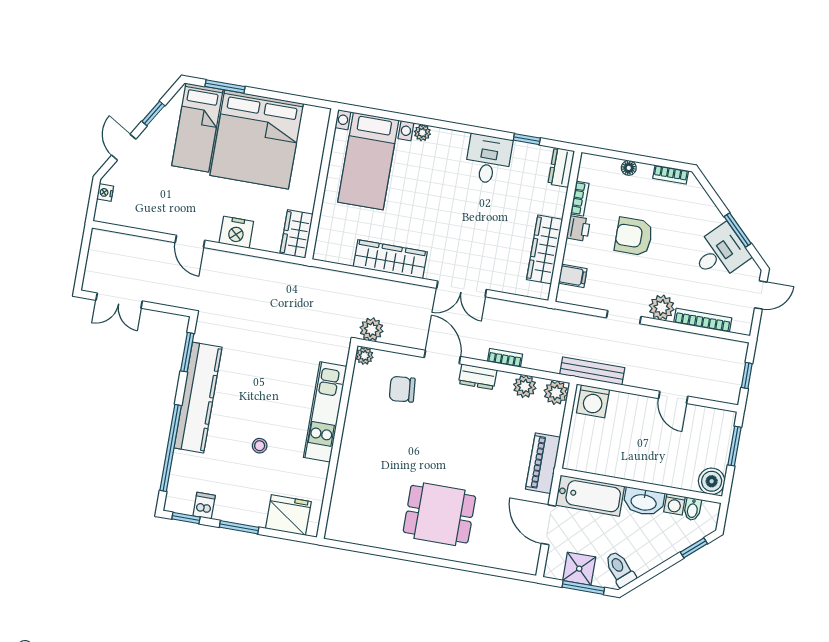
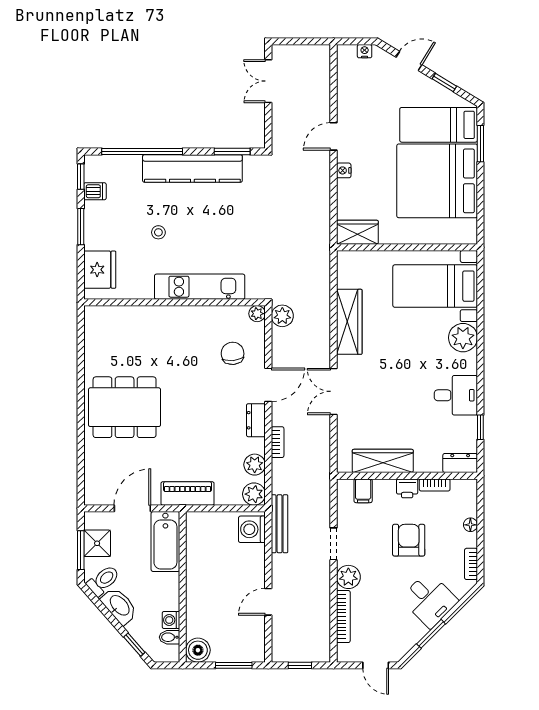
plant: (422, 133) -> (463, 338), width x1.88, depth x1.88
nightstand: (236, 232) -> (344, 170), width x0.53, depth x0.56
desk: (720, 253) -> (429, 600), moved
washbasin: (644, 502) -> (119, 606), moved, turned 139
dining table: (439, 514) -> (125, 407), width x1.38

